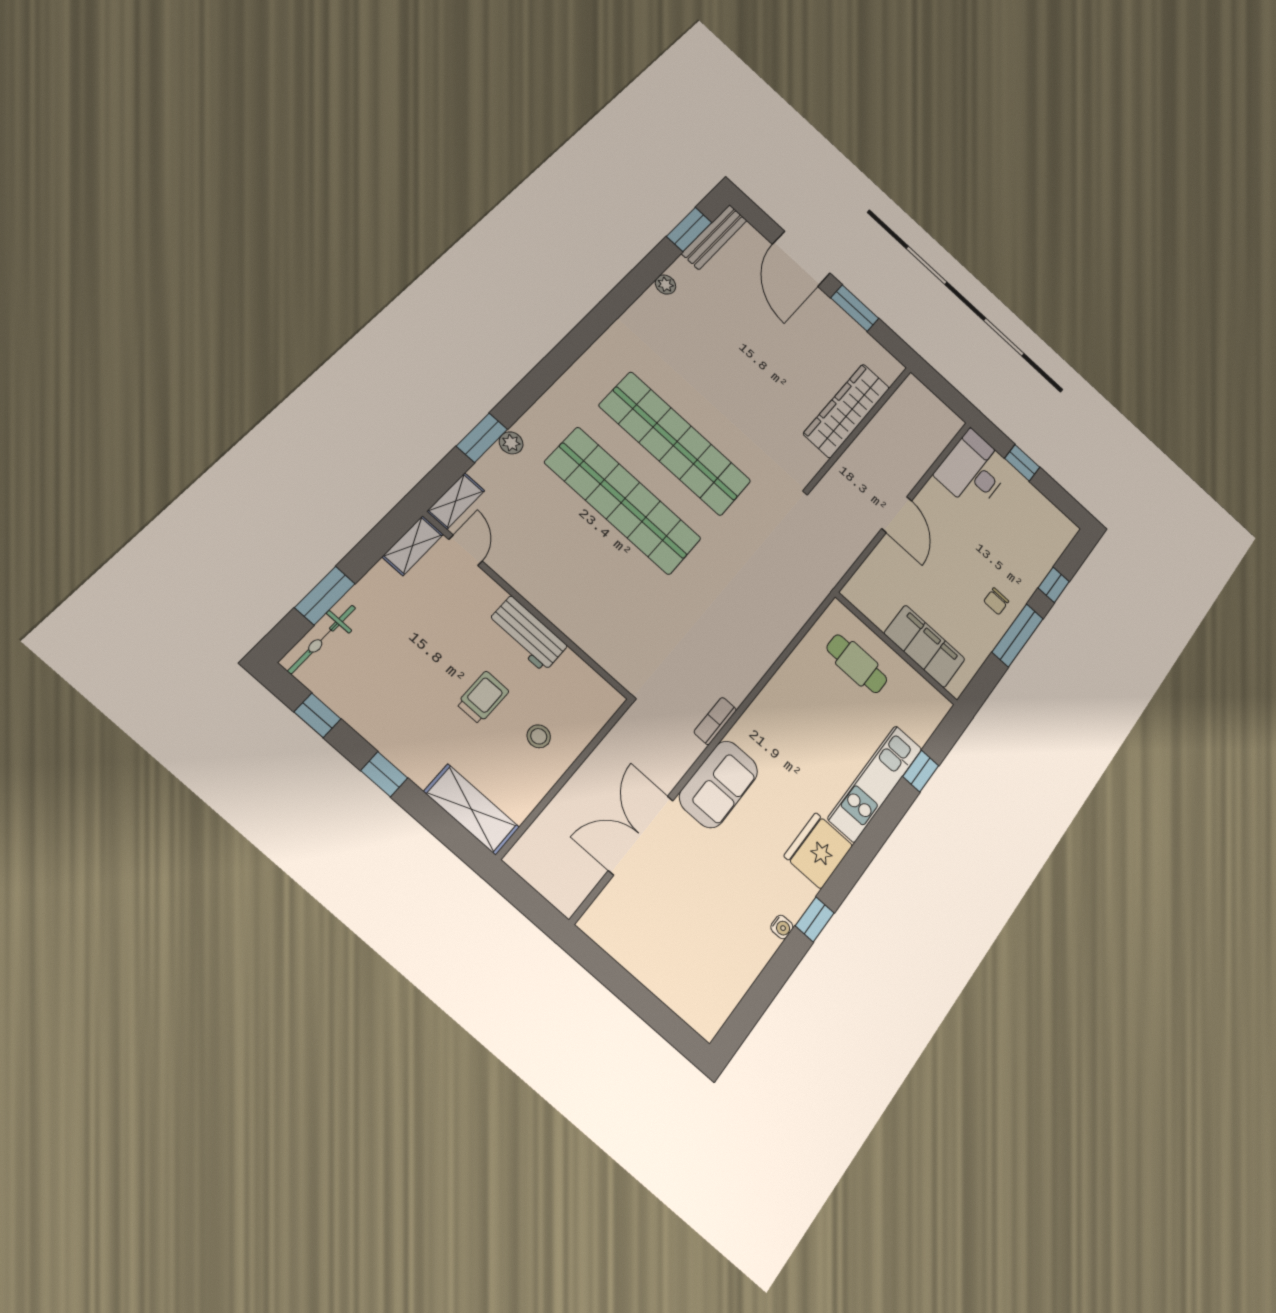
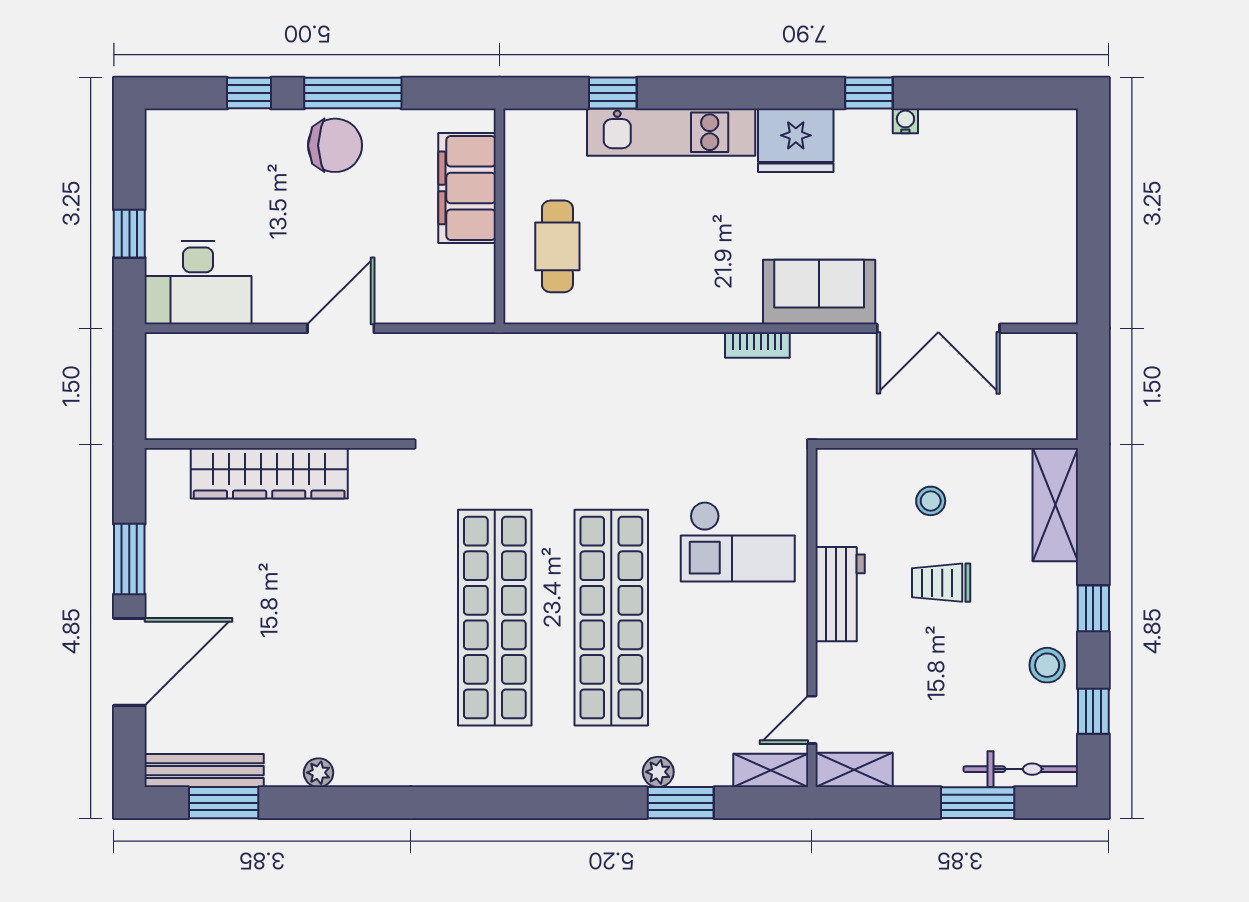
chair: (996, 601) -> (335, 145), width x1.87, depth x1.87
checkout: (609, 606) -> (738, 542), added
stool: (374, 714) -> (1047, 665), added

